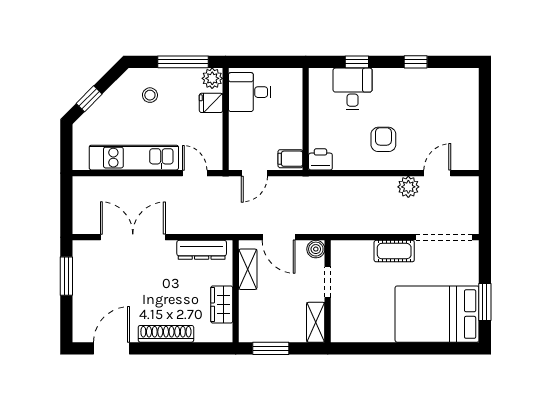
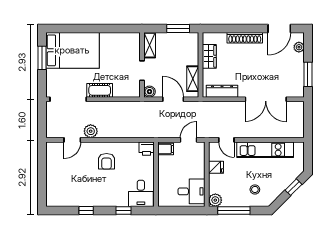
desk: (353, 89) -> (141, 193), moved
fridge: (211, 103) -> (216, 167), moved
plant: (81, 319) -> (299, 47), added

